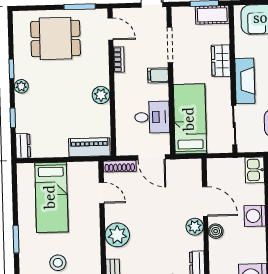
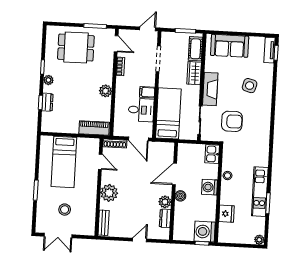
cot: (212, 15) -> (195, 49), moved, turned 90
filing cabinet: (158, 75) -> (147, 92), moved
dresser: (23, 146) -> (47, 102), moved
door: (205, 202) -> (174, 174), swing flipped
plant: (195, 227) -> (165, 202), moved

